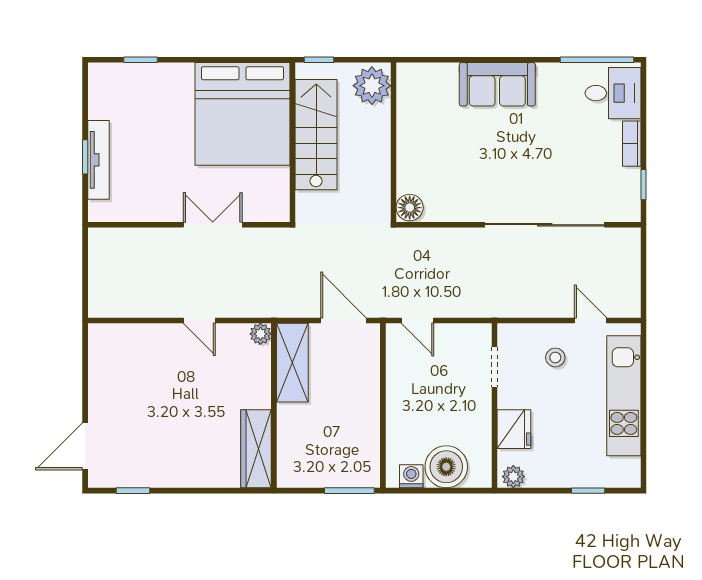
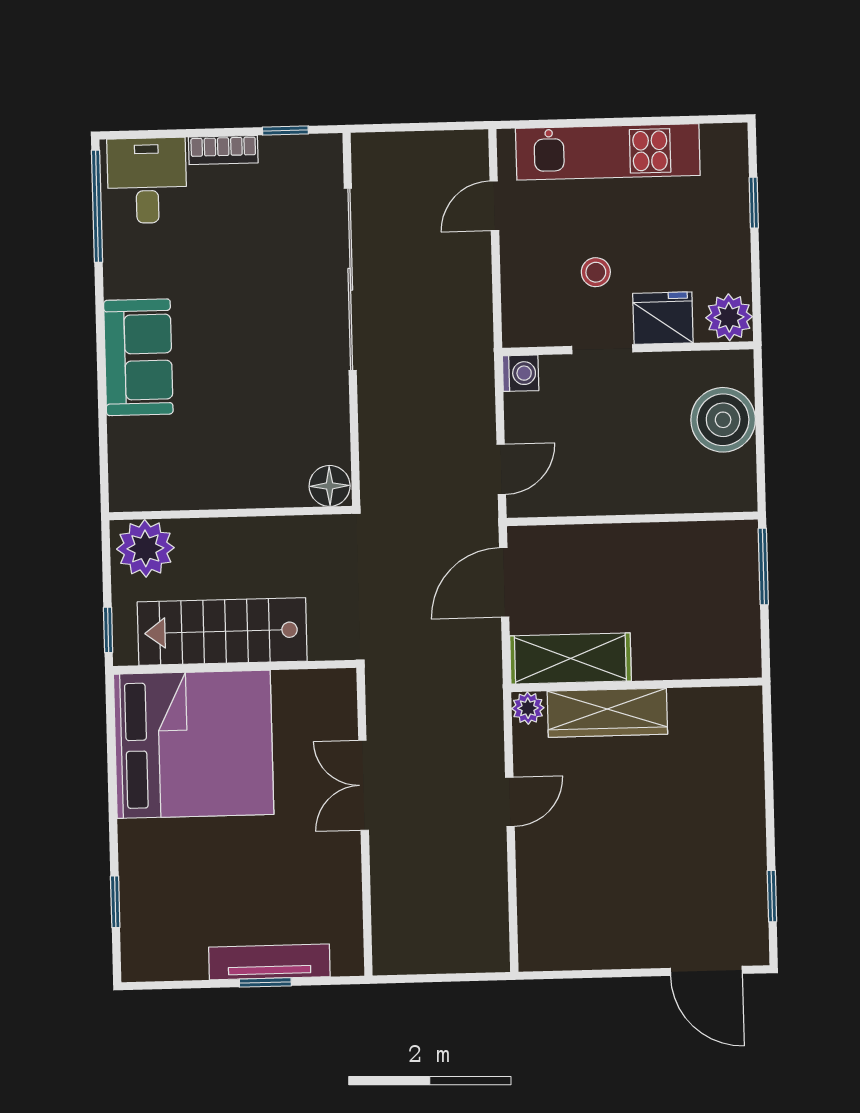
stool: (555, 357) -> (596, 272), moved
doorway: (495, 367) -> (602, 349), moved
wardrobe: (256, 449) -> (607, 713), moved
washing machine: (411, 476) -> (521, 373), moved, turned 180
plant: (513, 477) -> (729, 317), width x1.38, depth x1.38

